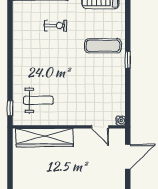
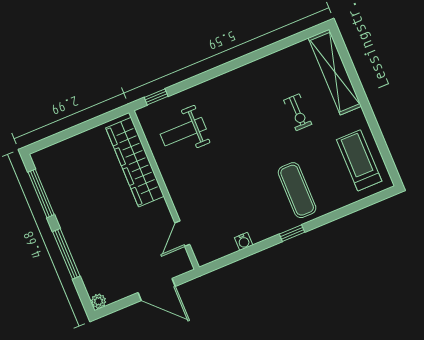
weight bench: (38, 100) -> (183, 132), turned 90
water cooler: (121, 121) -> (244, 241), moved

